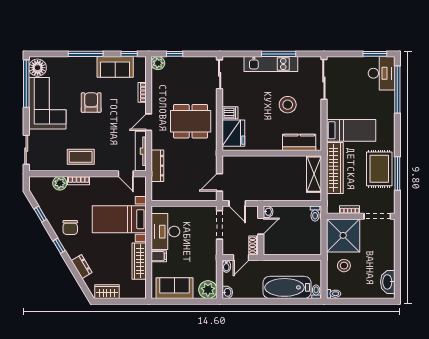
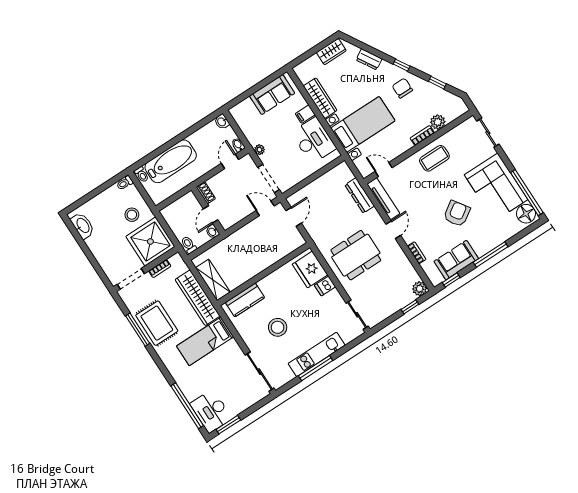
armchair: (91, 103) -> (457, 214), turned -124
washbasin: (268, 212) -> (212, 232), moved
door: (261, 226) -> (211, 214), moved
wall: (261, 230) -> (208, 210), moved
shoe rack: (254, 245) -> (206, 193), moved
plant: (208, 290) -> (259, 150), moved, width x0.53, depth x0.53

